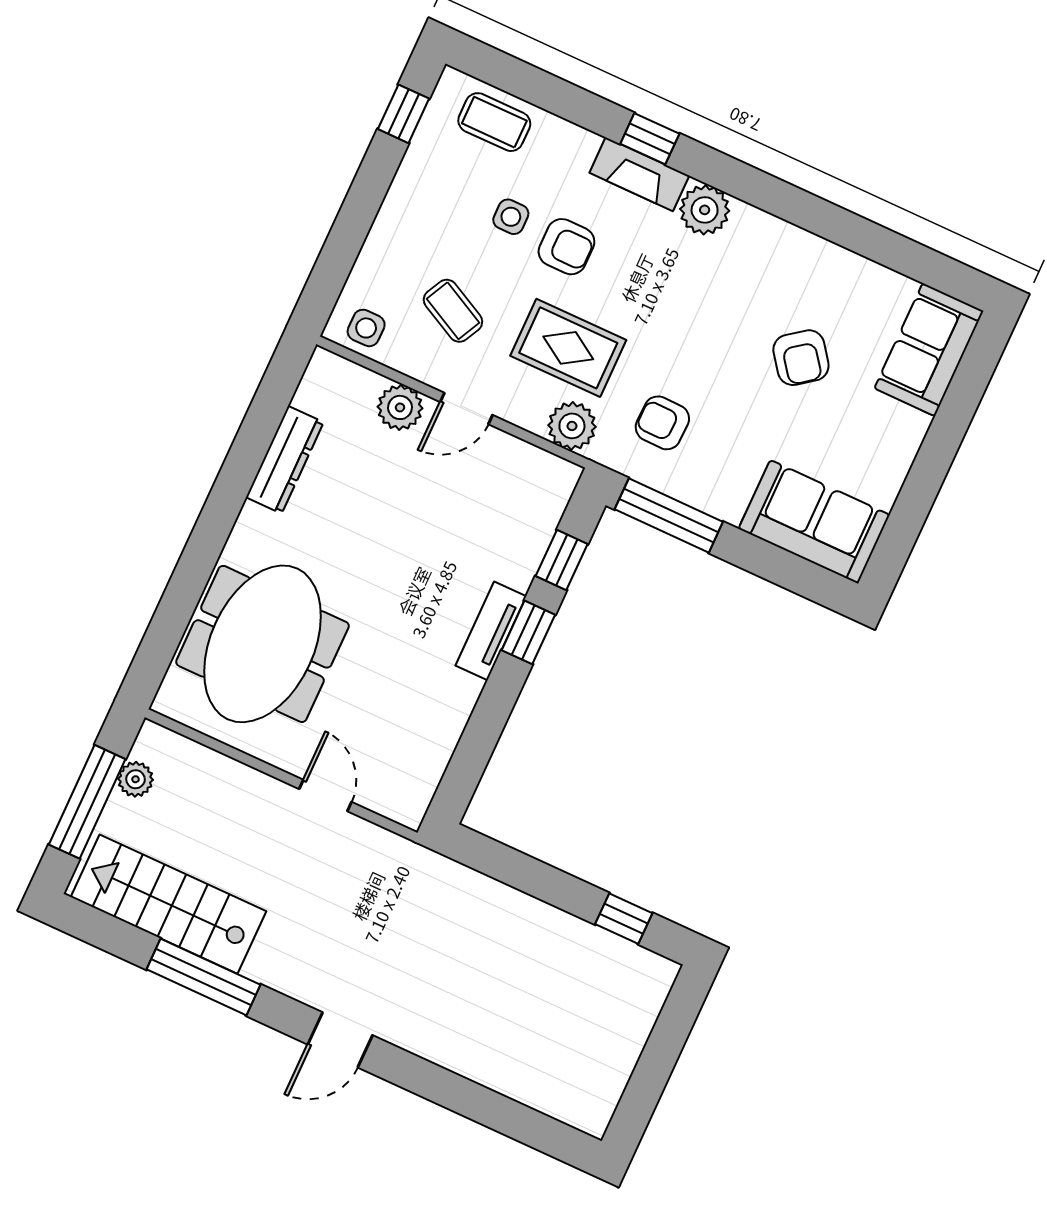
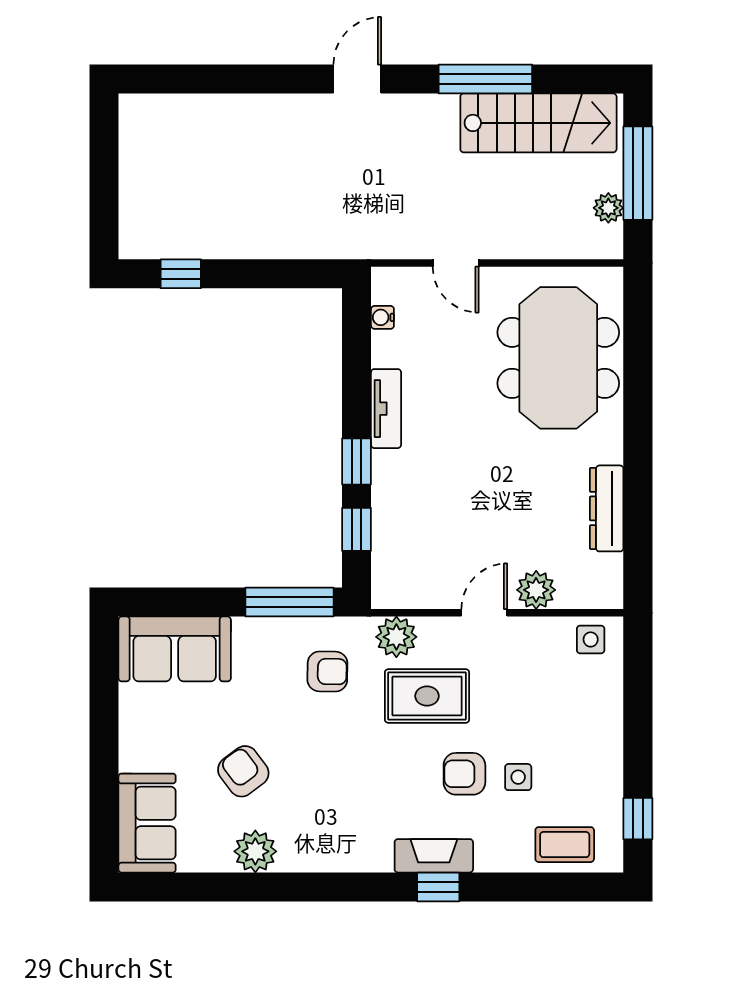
plant: (705, 210) -> (255, 851), moved
coffee table: (453, 311) -> (529, 684), removed
tv unit: (491, 631) -> (386, 409), moved
water cooler: (430, 773) -> (382, 317), added

